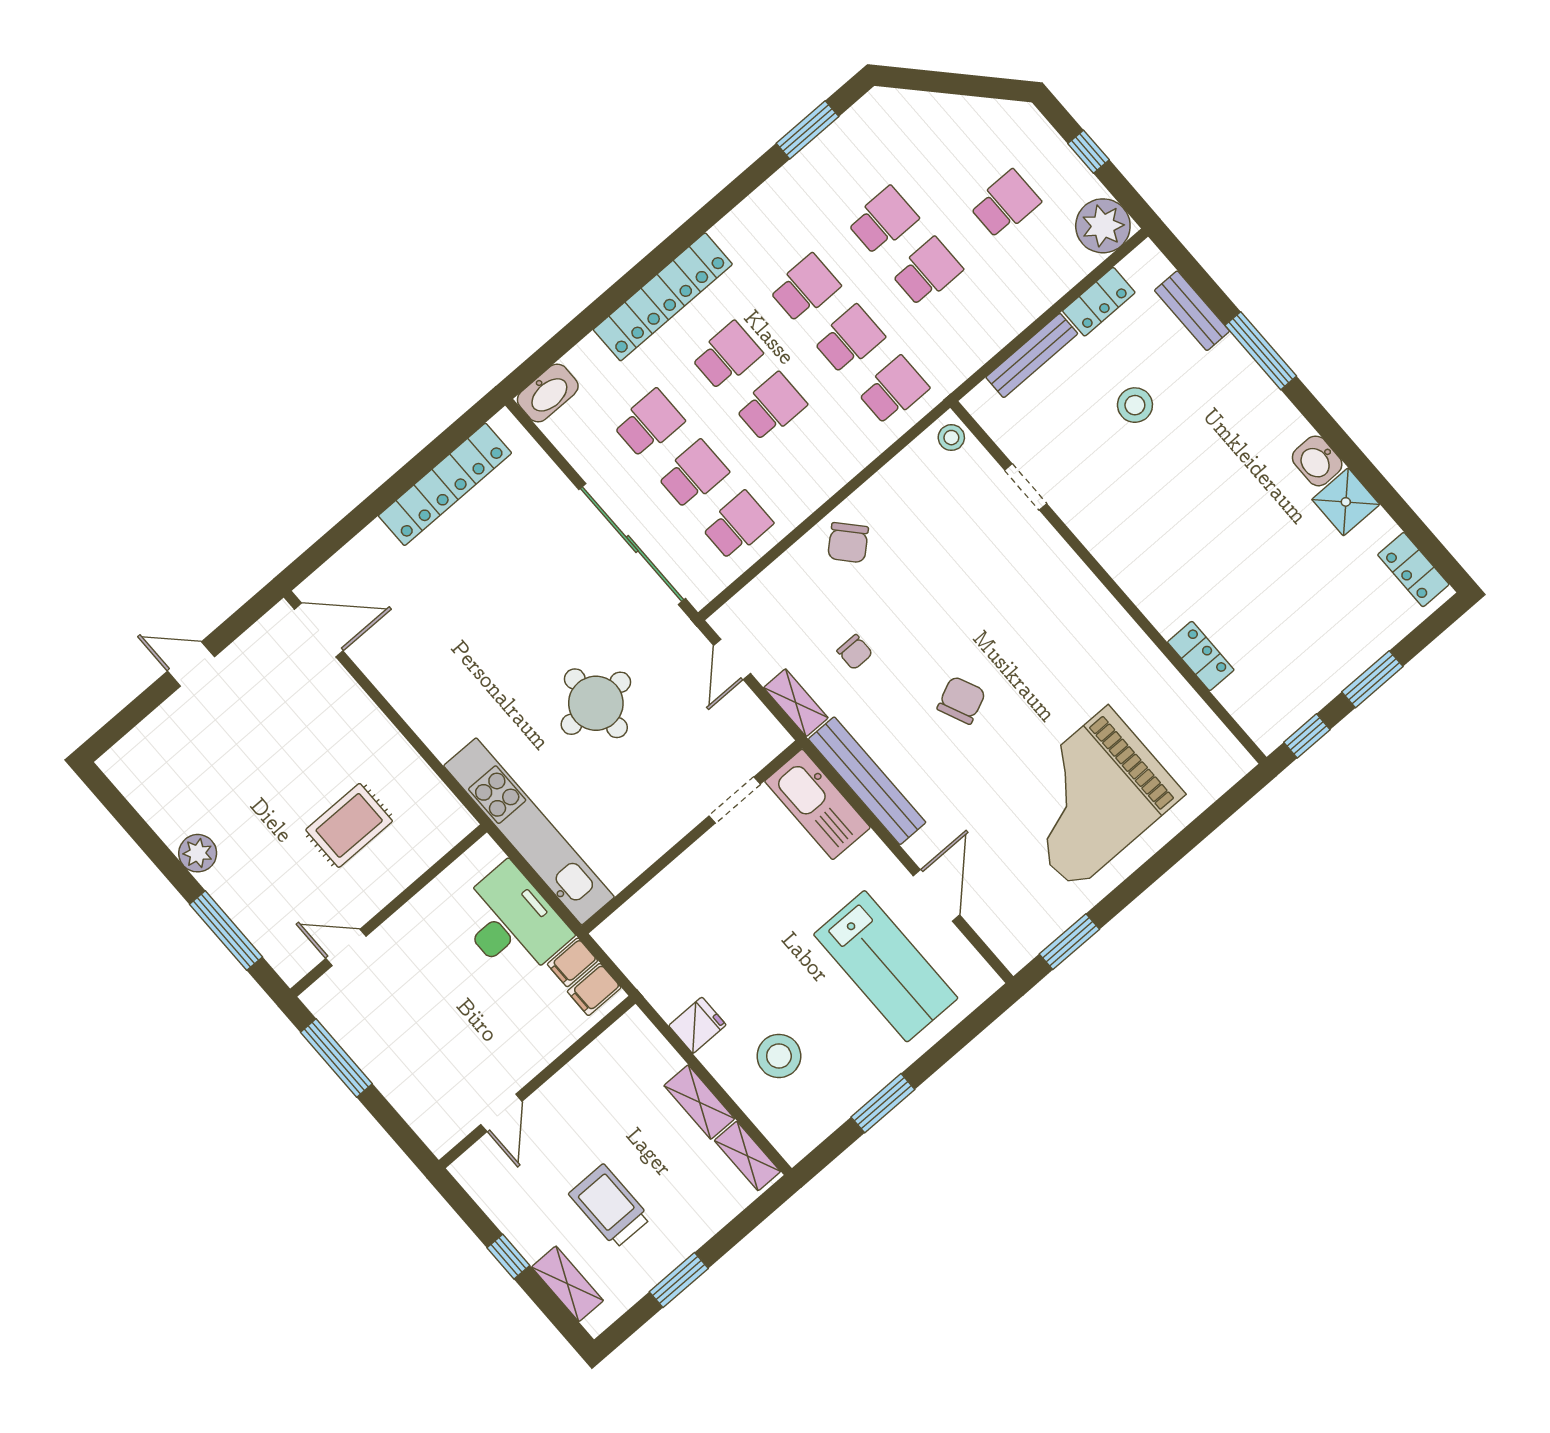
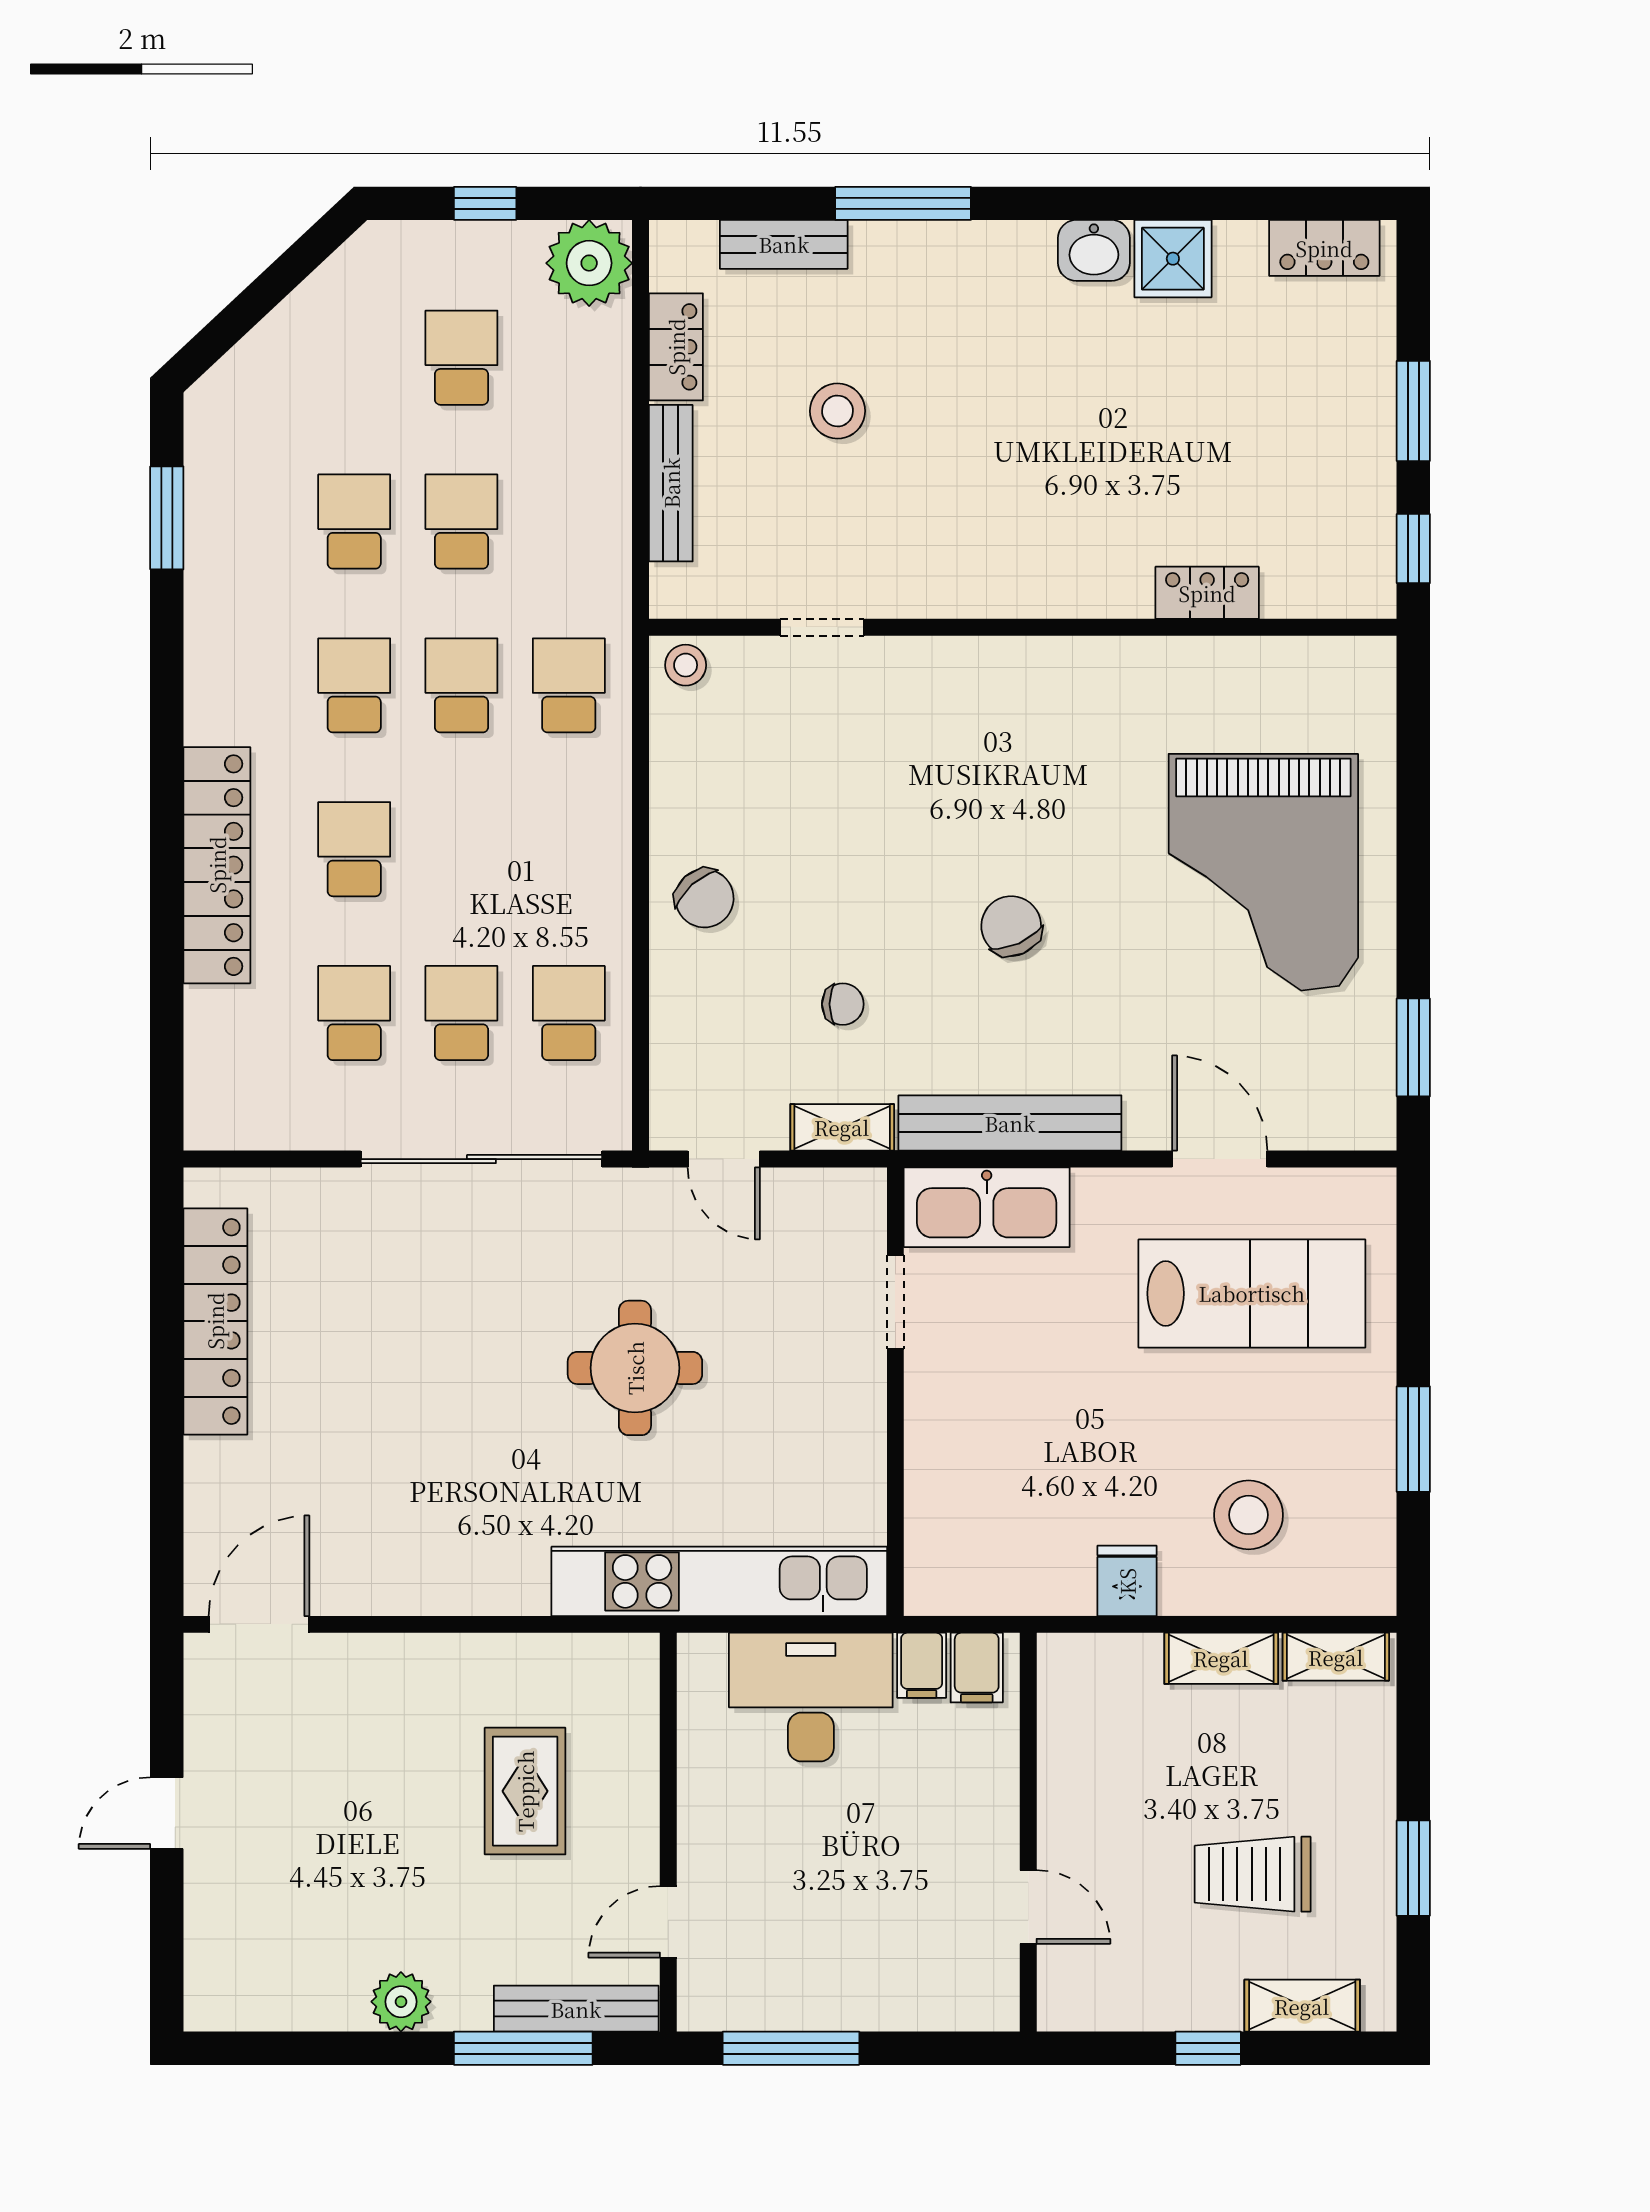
washbasin: (548, 393) -> (212, 1103), removed
school desk: (771, 407) -> (461, 849), removed
bench: (267, 939) -> (576, 2009), added

